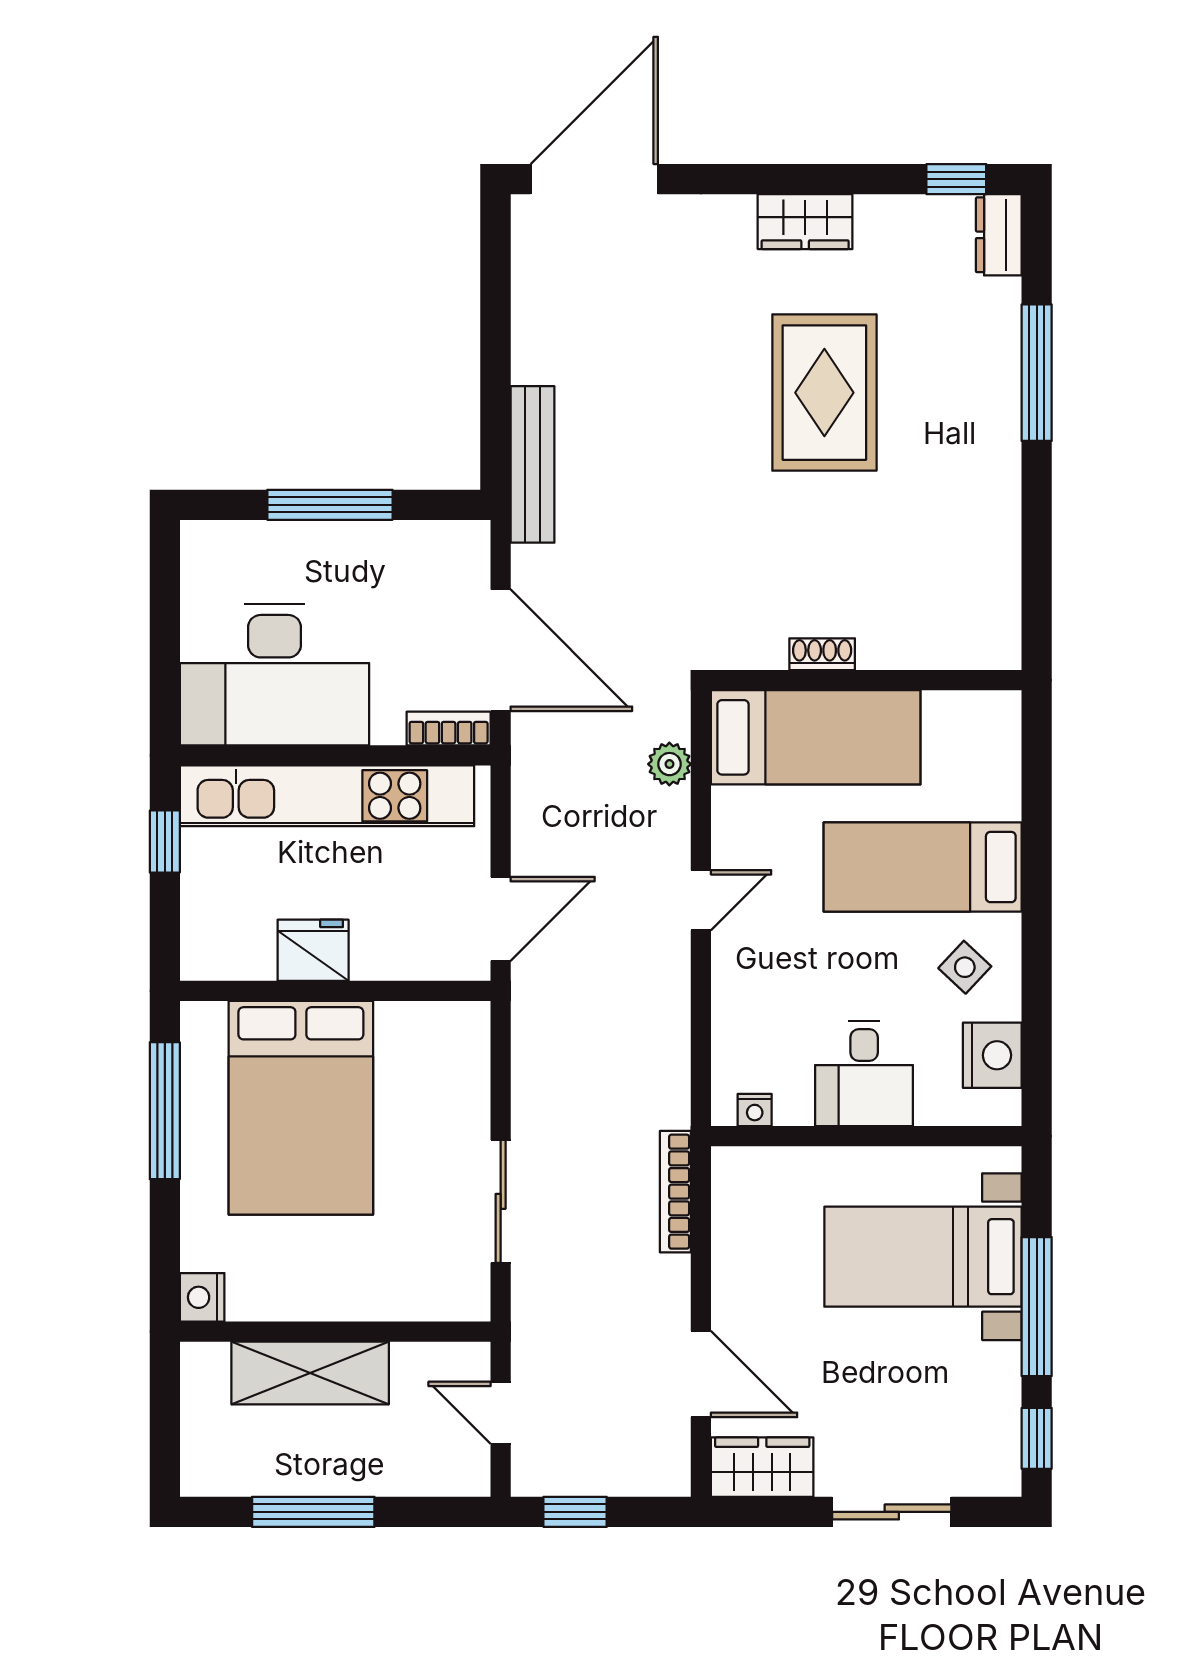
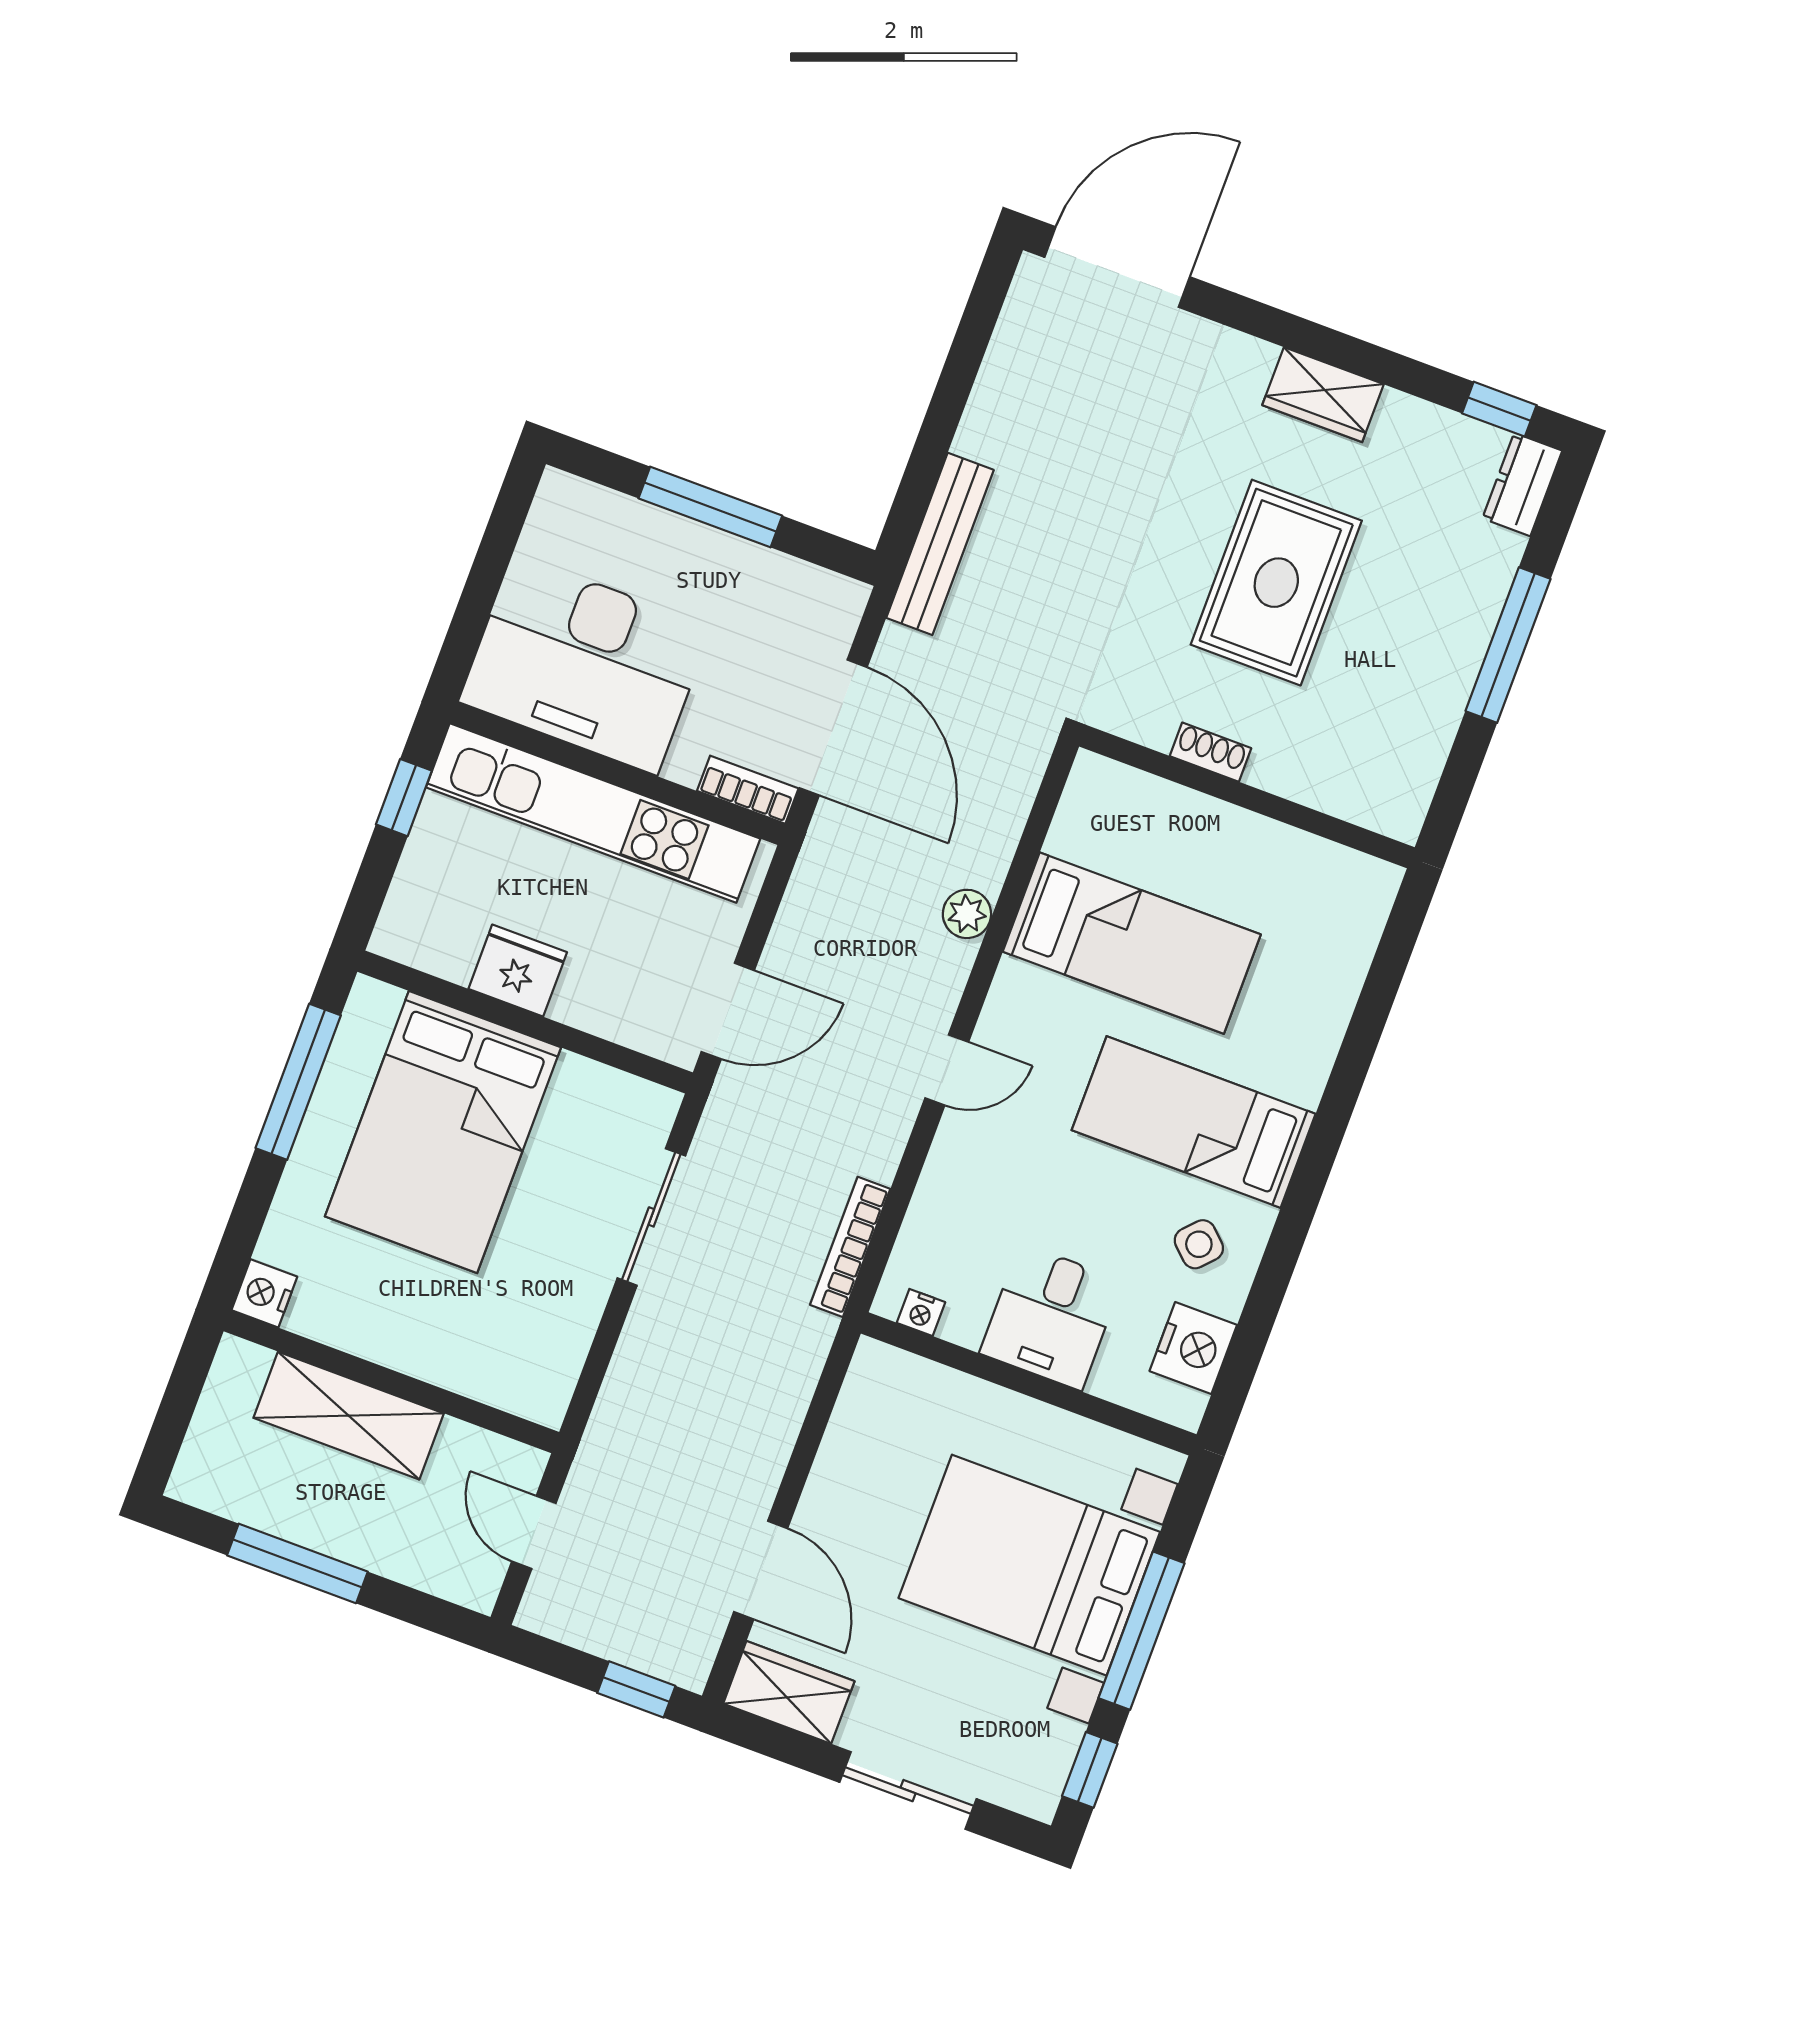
shoe rack: (822, 654) -> (1210, 752), moved
wall: (866, 680) -> (1247, 797), moved
bookcase: (675, 1192) -> (850, 1247), moved
sliding door: (501, 1201) -> (651, 1217), moved
bed with nightstands: (923, 1257) -> (1029, 1565), width x1.36
window: (575, 1512) -> (636, 1689), moved

